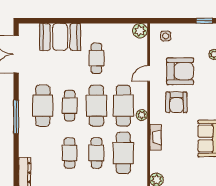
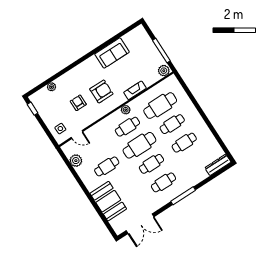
plant: (140, 31) -> (76, 161), moved
armchair: (180, 71) -> (78, 103), width x0.53, depth x0.53
door: (149, 73) -> (77, 135), moved
cafe table: (43, 106) -> (163, 182), width x0.73, depth x0.74
cafe table: (123, 106) -> (127, 127), width x0.73, depth x0.74

